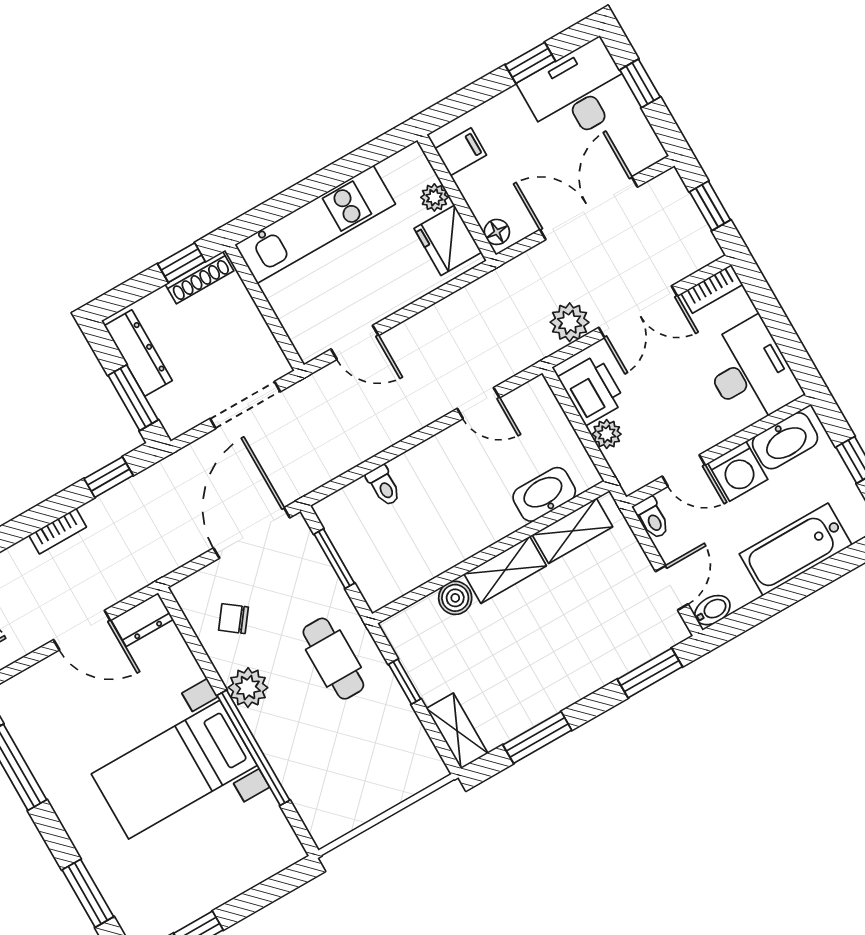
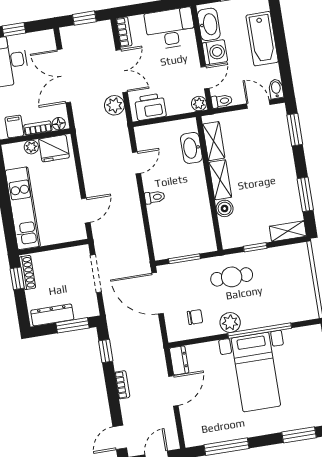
bookcase: (474, 196) -> (38, 128), added
plant: (607, 434) -> (199, 104), moved
toilet: (384, 486) -> (155, 197), moved
chair: (234, 619) -> (195, 317), turned -127

